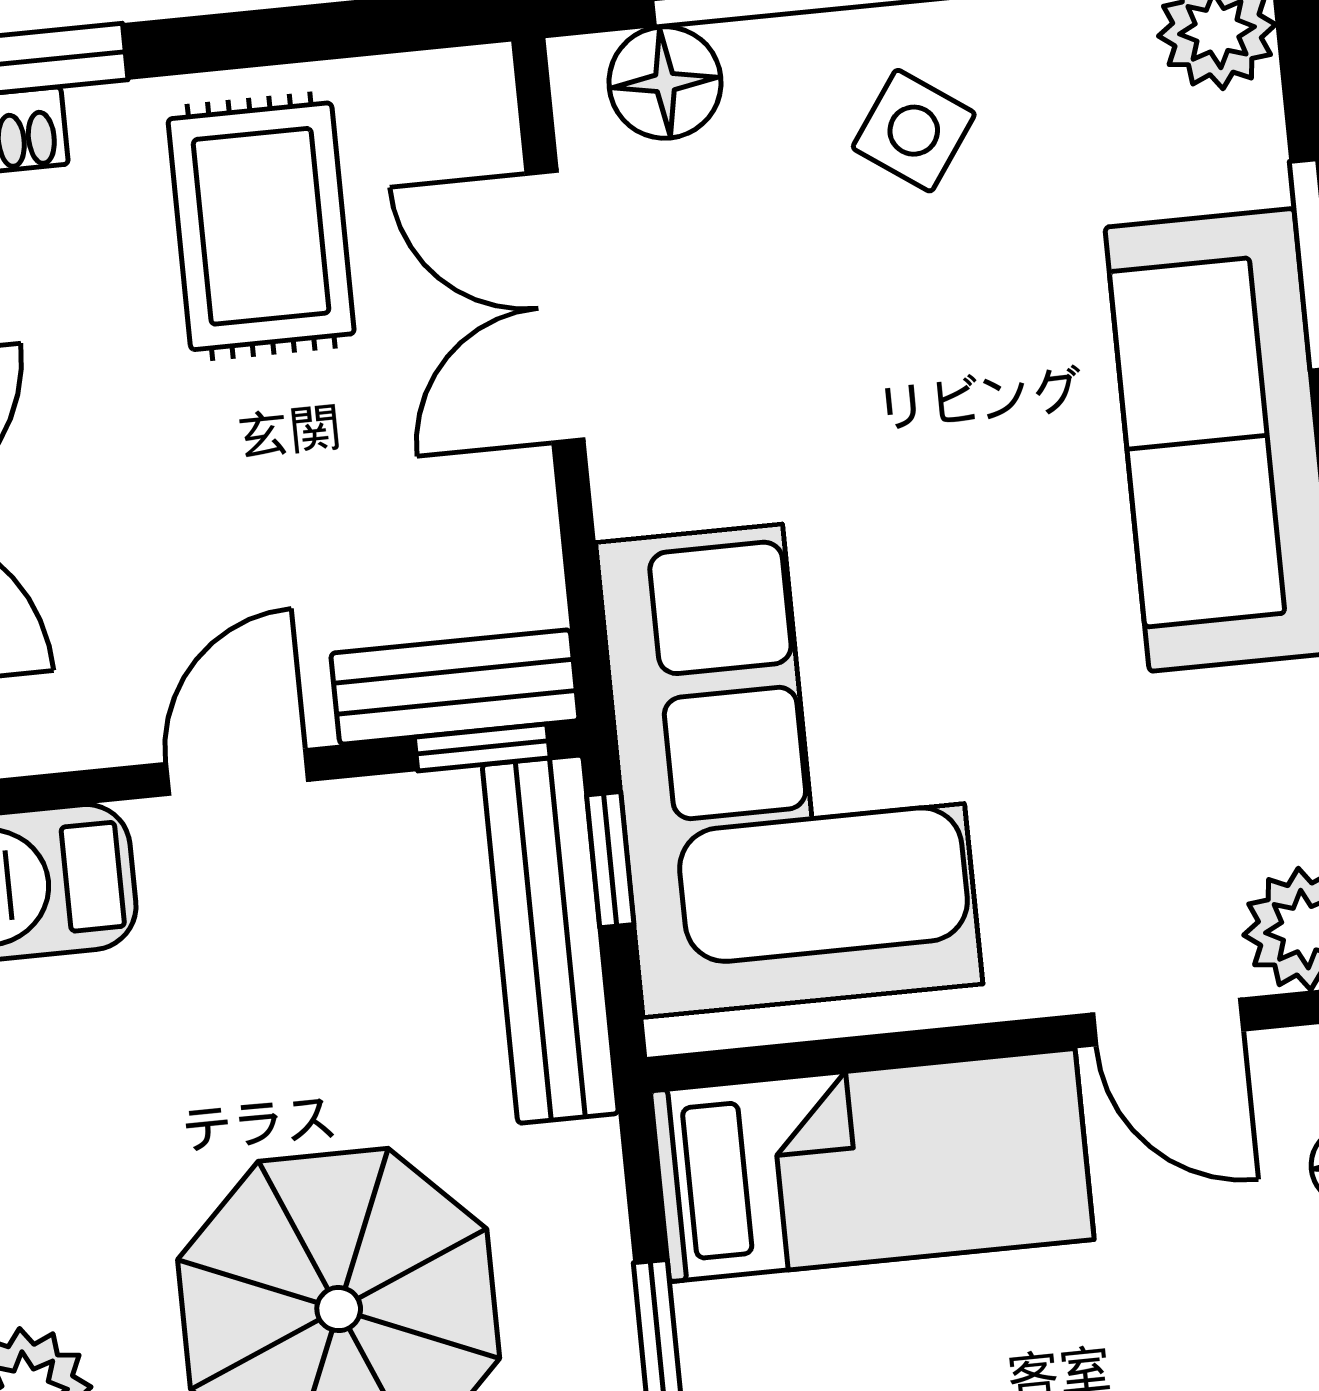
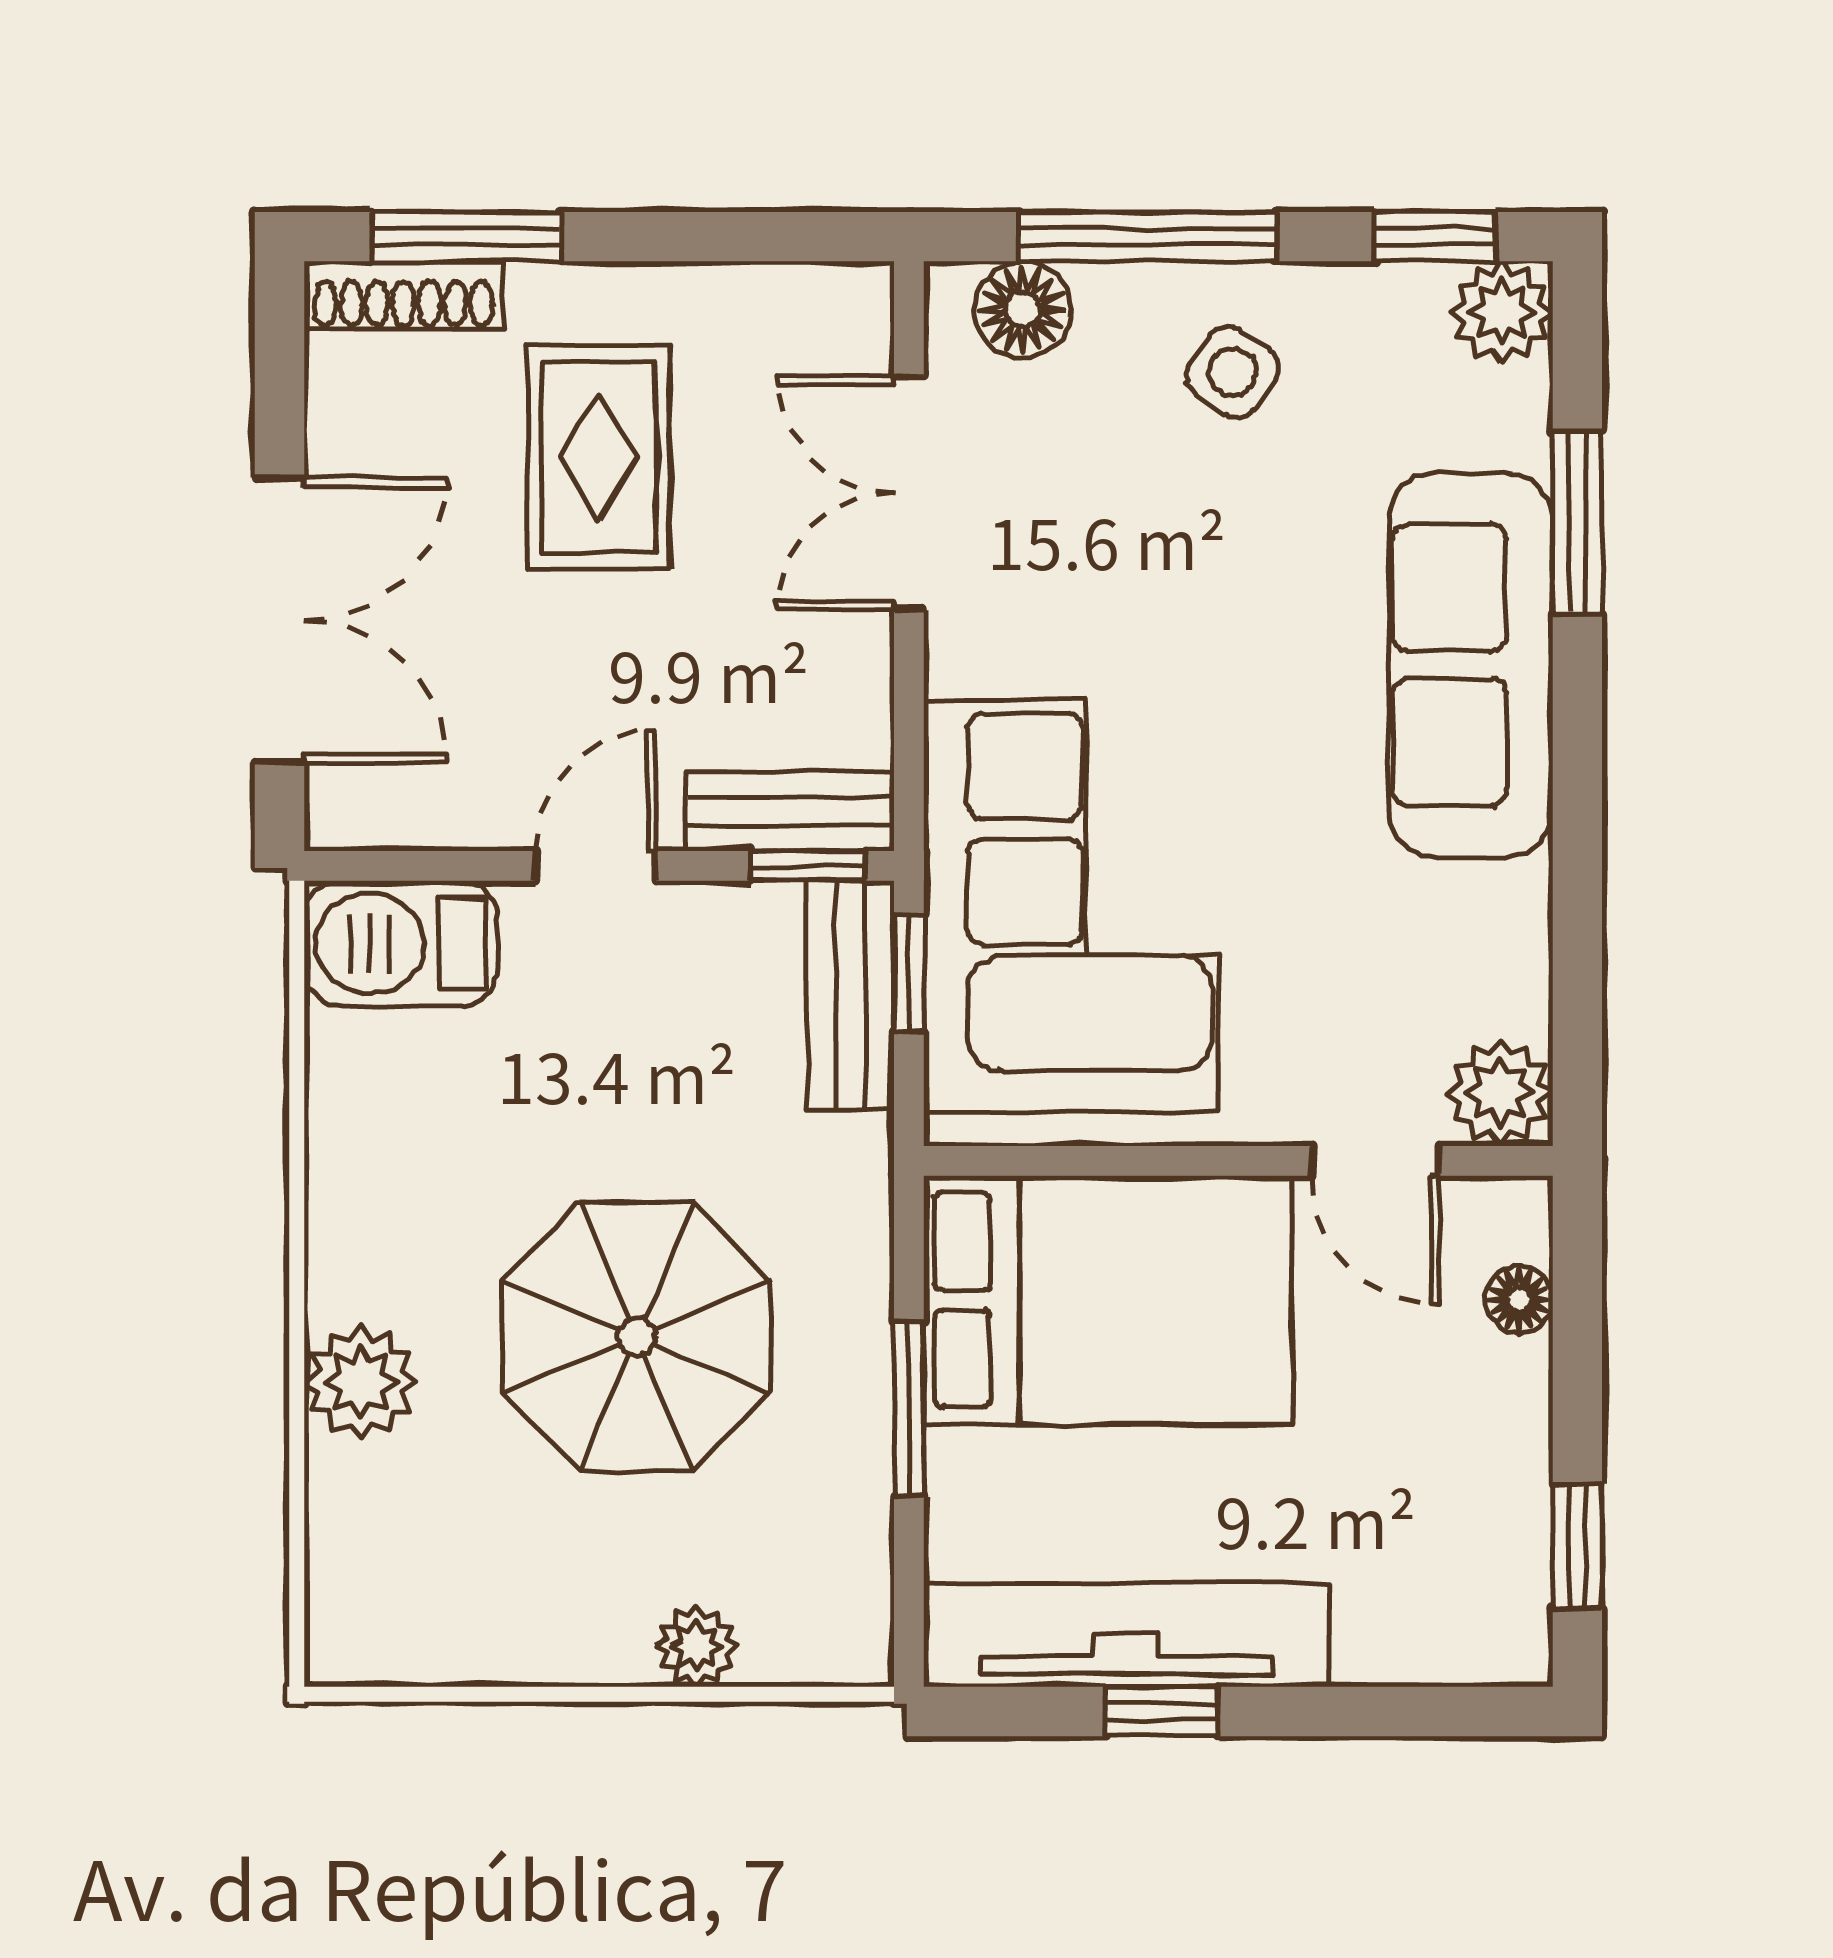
rug: (261, 226) -> (599, 457), moved
bench: (550, 939) -> (850, 995), width x0.73
bed: (872, 1165) -> (1108, 1300), width x1.50

